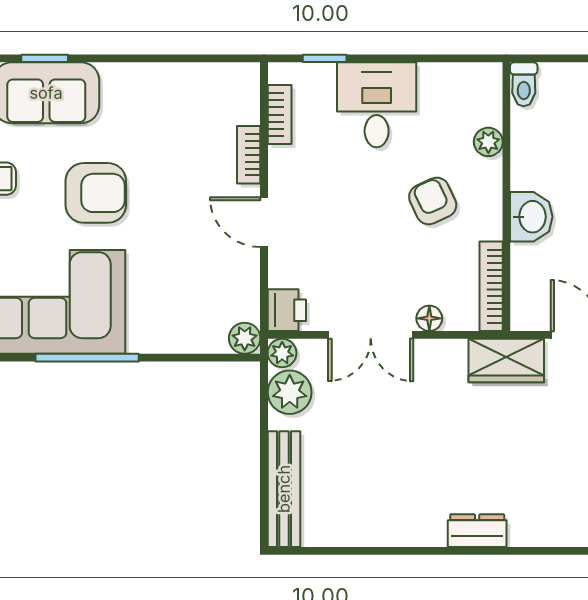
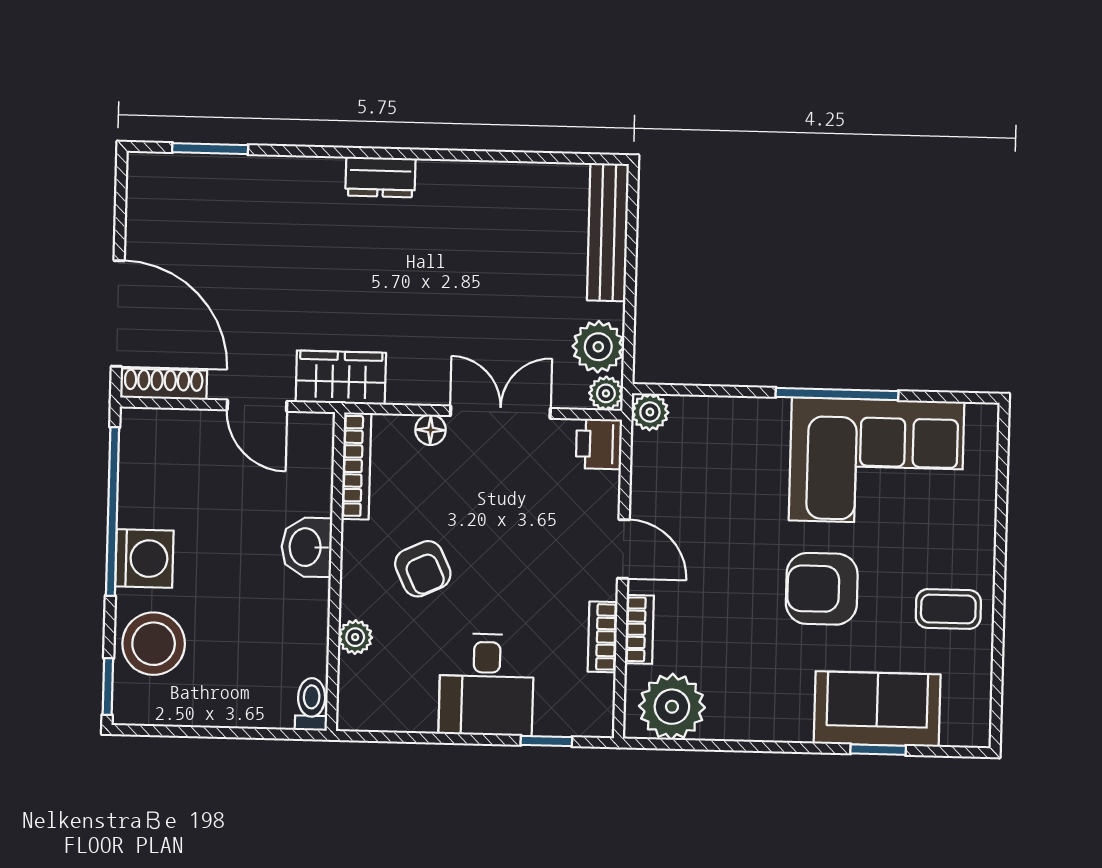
plant: (220, 90) -> (672, 707), added
bookcase: (280, 115) -> (603, 637), moved

